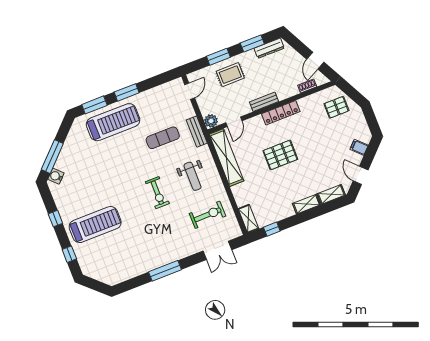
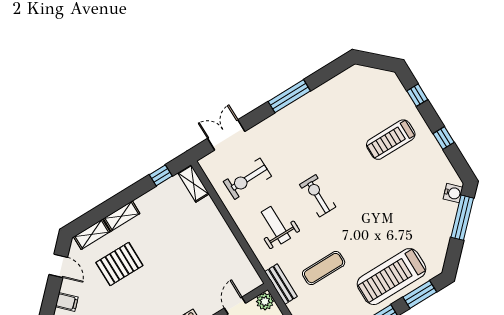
pallet: (280, 155) -> (119, 264), moved
shelving: (226, 158) -> (236, 257), removed
treadmill: (95, 225) -> (391, 140), width x0.73, depth x0.73

